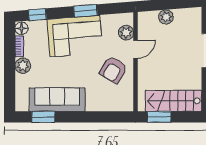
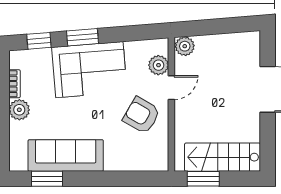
window: (85, 11) -> (82, 37), moved
plant: (166, 17) -> (185, 46), moved
floor lamp: (22, 28) -> (18, 59), removed
armchair: (113, 70) -> (142, 115), turned 89

